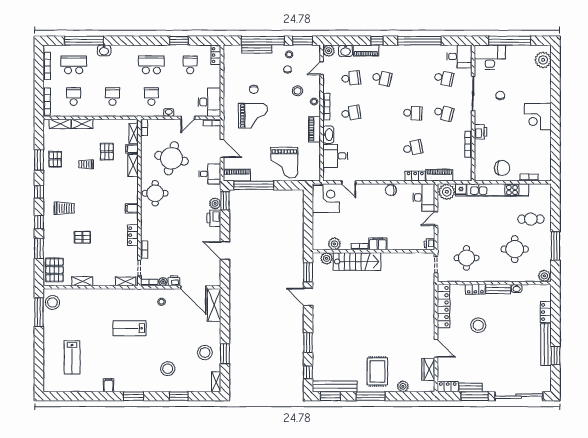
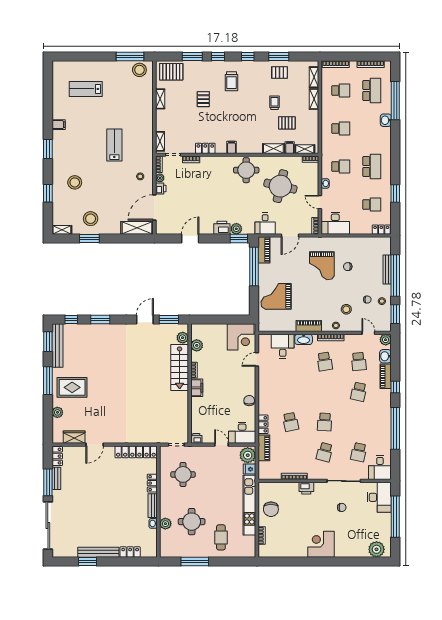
plant: (544, 276) -> (165, 524), moved
stool: (478, 325) -> (117, 486), removed

